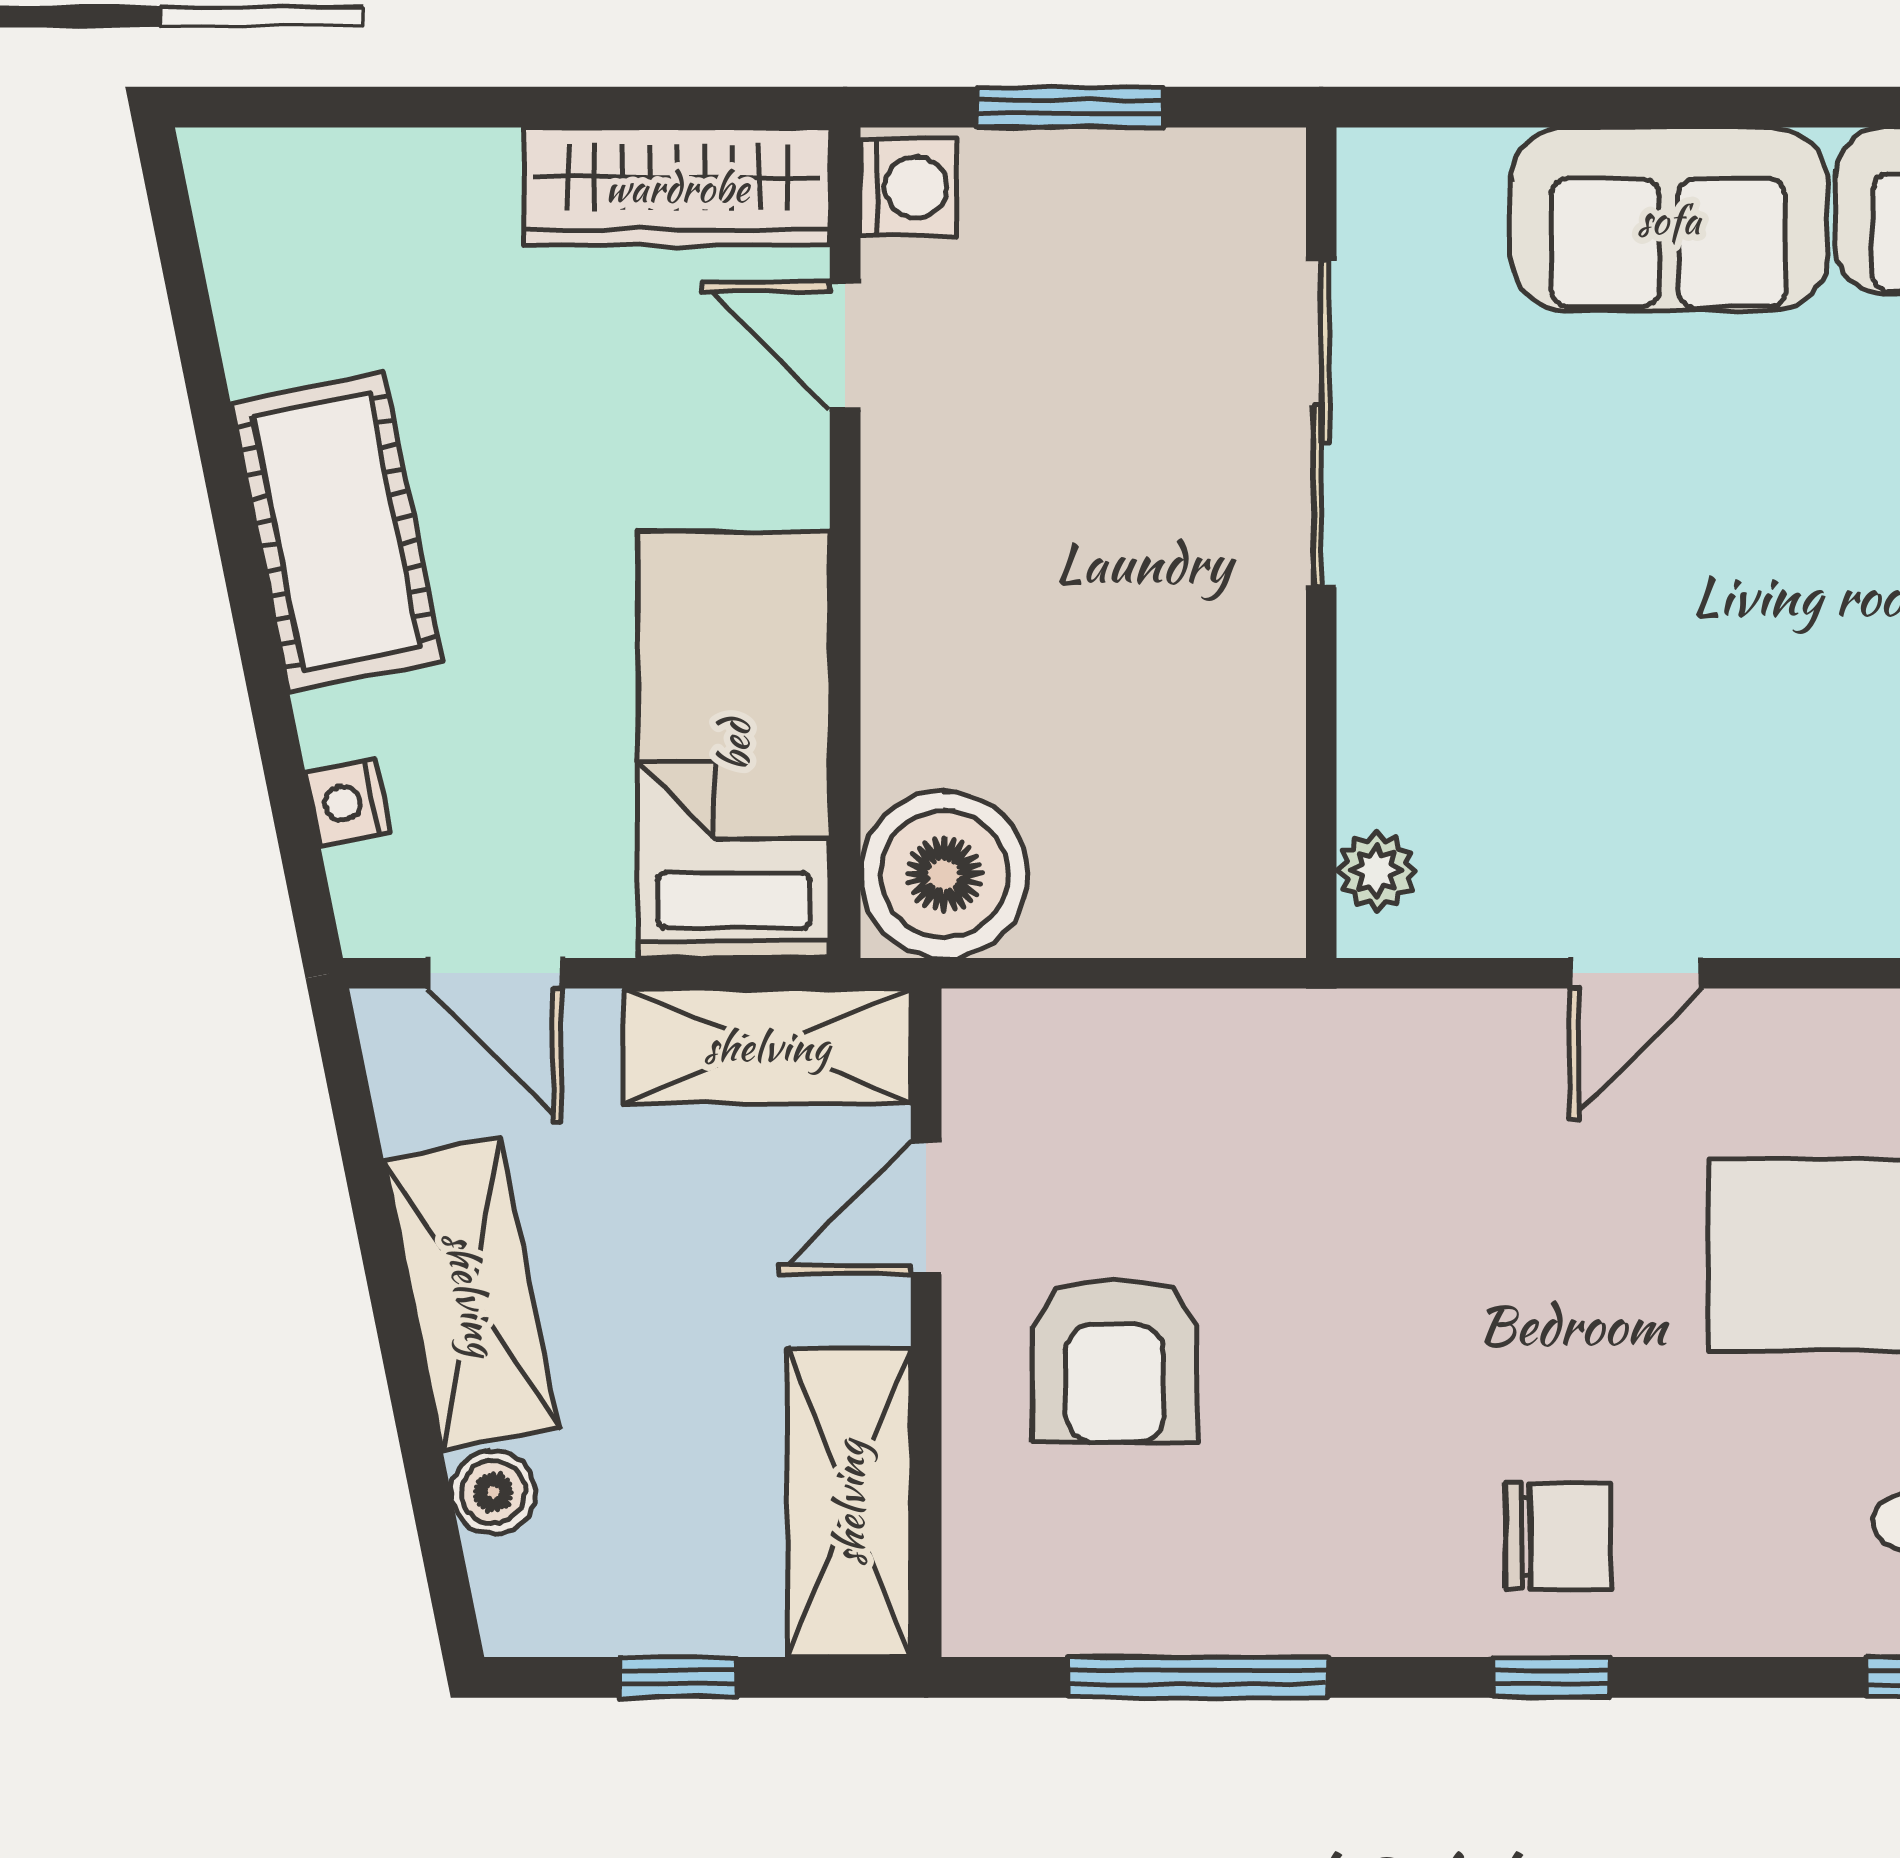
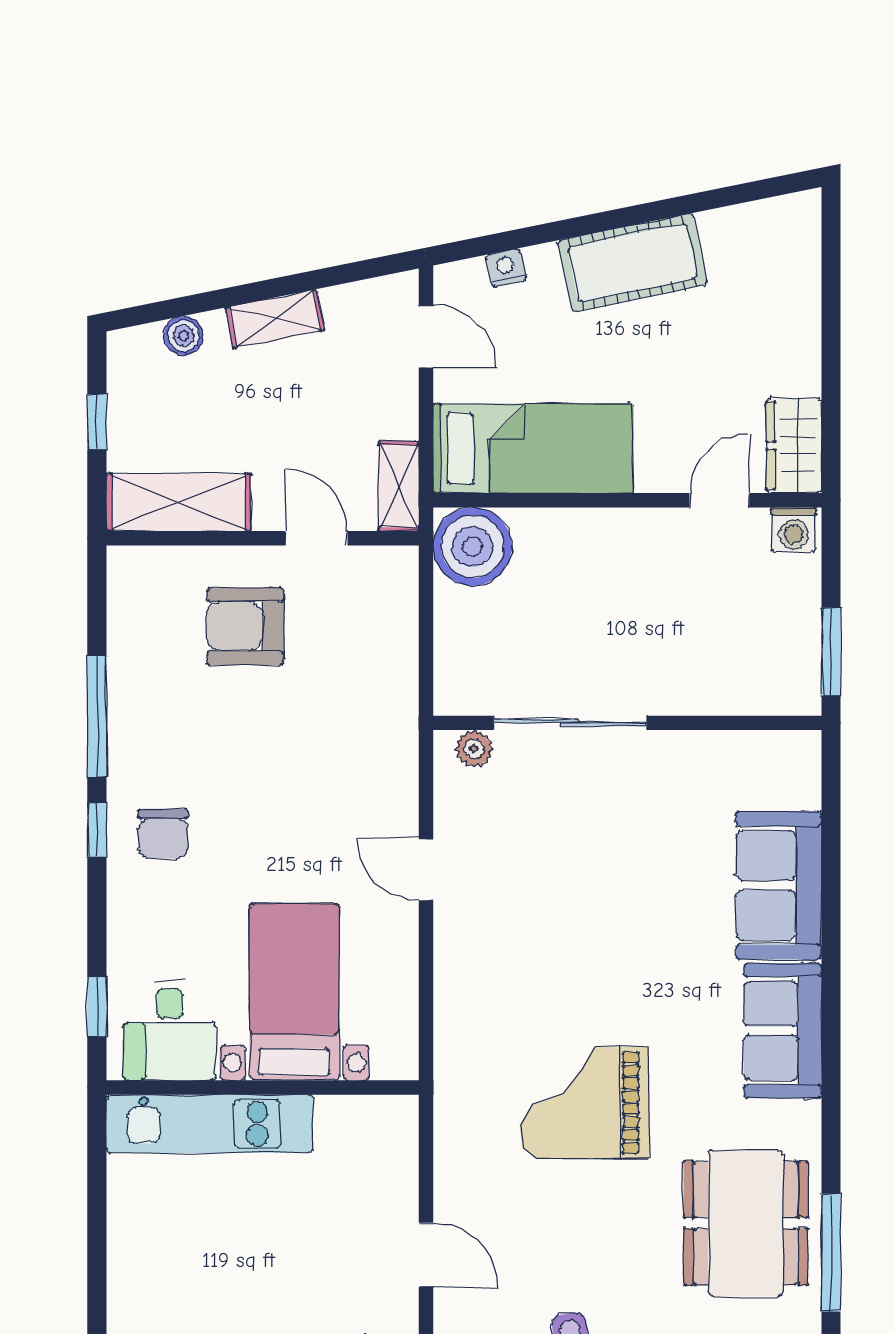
window: (1070, 107) -> (831, 652), moved
wardrobe: (677, 187) -> (794, 446), width x0.67
sliding door: (1321, 423) -> (570, 723), moved
door: (495, 973) -> (426, 336), swing flipped
shelving: (767, 1046) -> (399, 486), width x0.67, depth x0.75
shelving: (471, 1294) -> (275, 319), width x0.67, depth x0.75
window: (1198, 1677) -> (97, 716), moved

